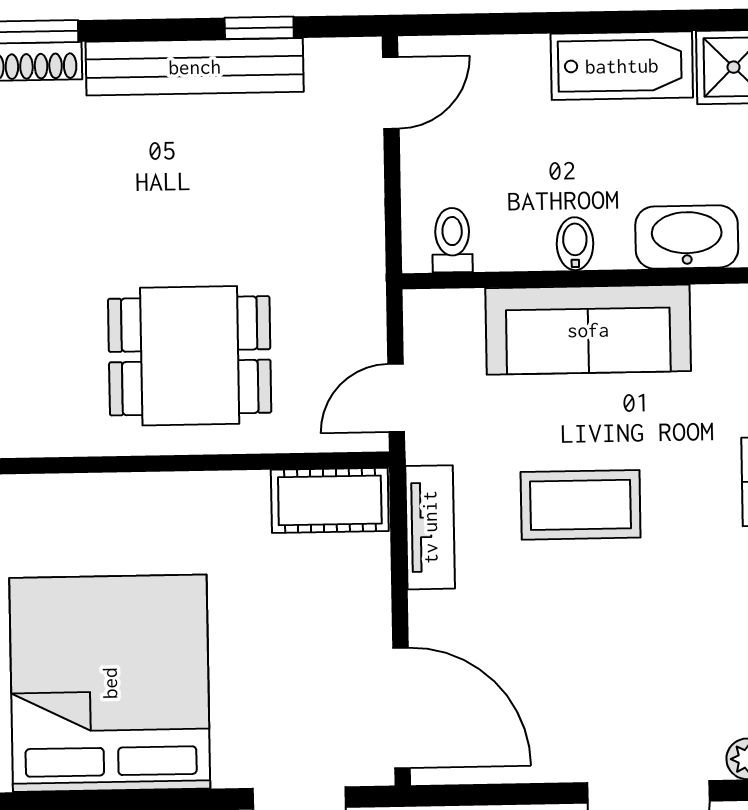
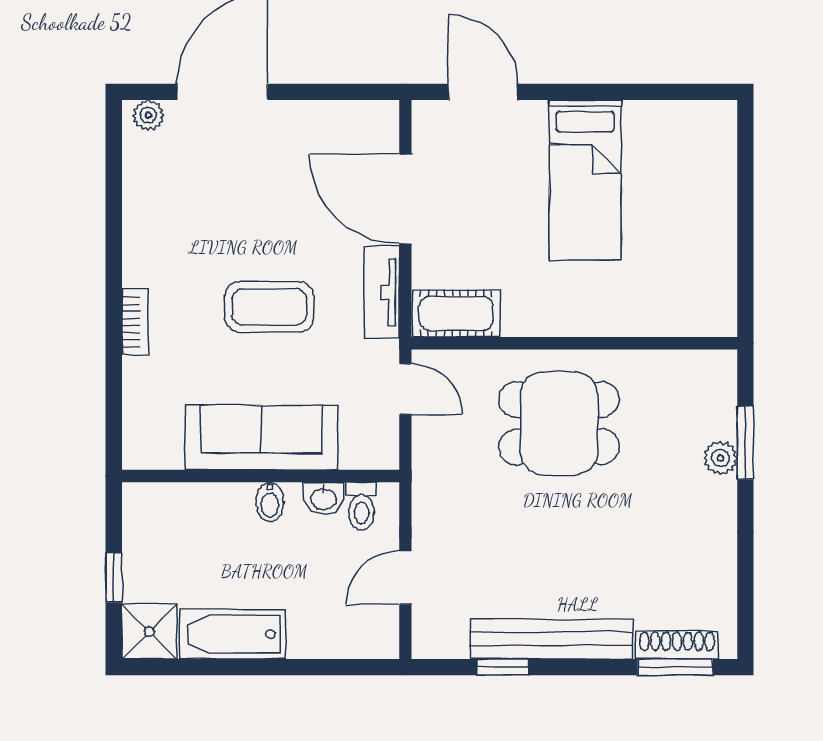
door: (391, 93) -> (405, 578), moved
washbasin: (687, 237) -> (323, 498), moved, width x0.52, depth x0.69
door: (396, 398) -> (405, 389), hinge flipped
bed: (110, 683) -> (585, 180), width x0.49
door: (402, 708) -> (405, 199), moved

